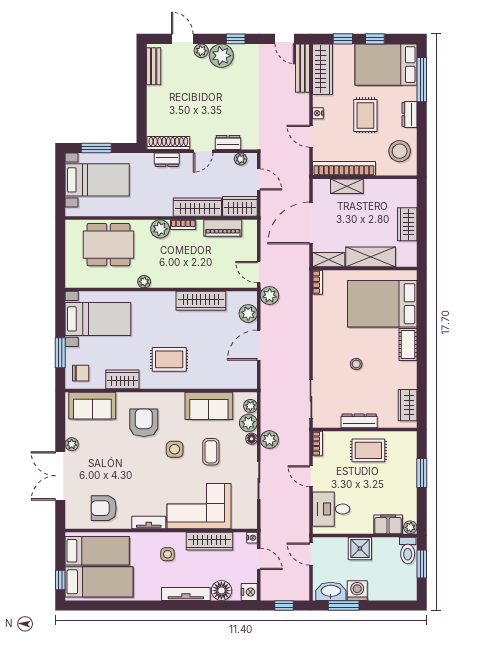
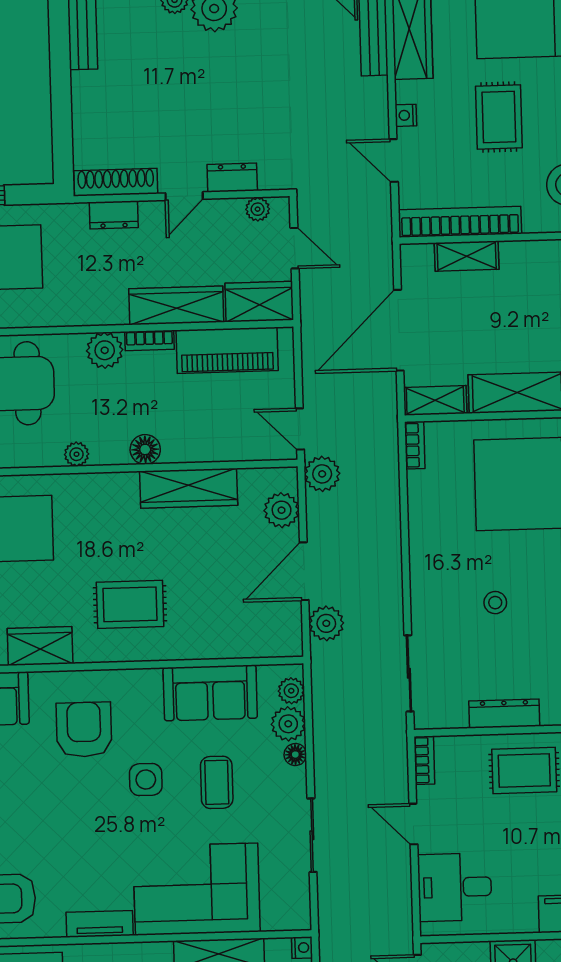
piano: (223, 228) -> (227, 350), width x1.37, depth x1.33
floor lamp: (179, 280) -> (145, 449), added
plant: (269, 440) -> (326, 623), moved

